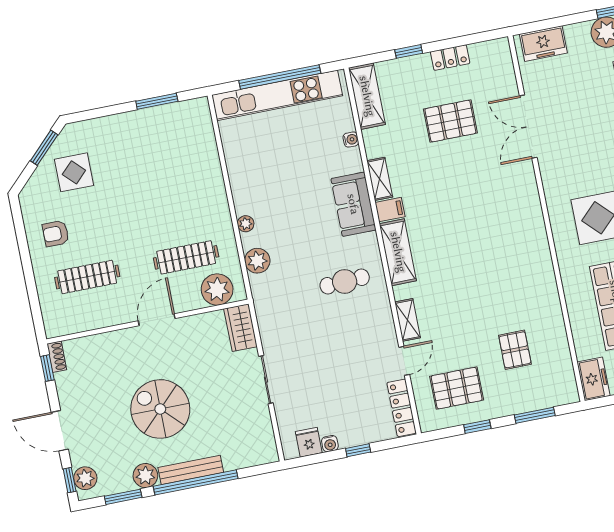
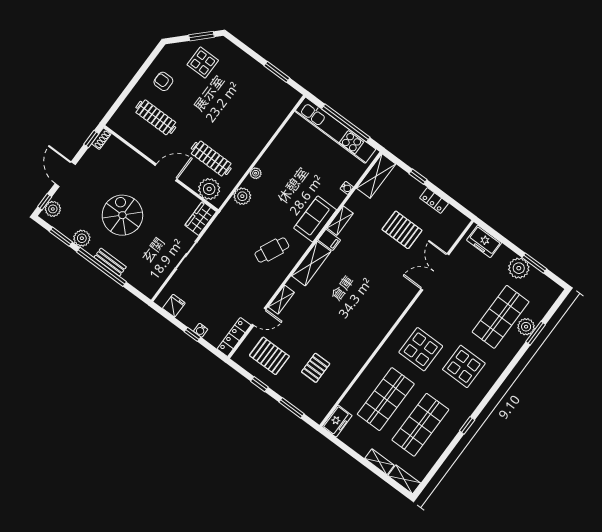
cafe table: (345, 282) -> (272, 250), turned -62
water cooler: (330, 444) -> (201, 330), moved
bench: (191, 470) -> (110, 262), width x0.73

